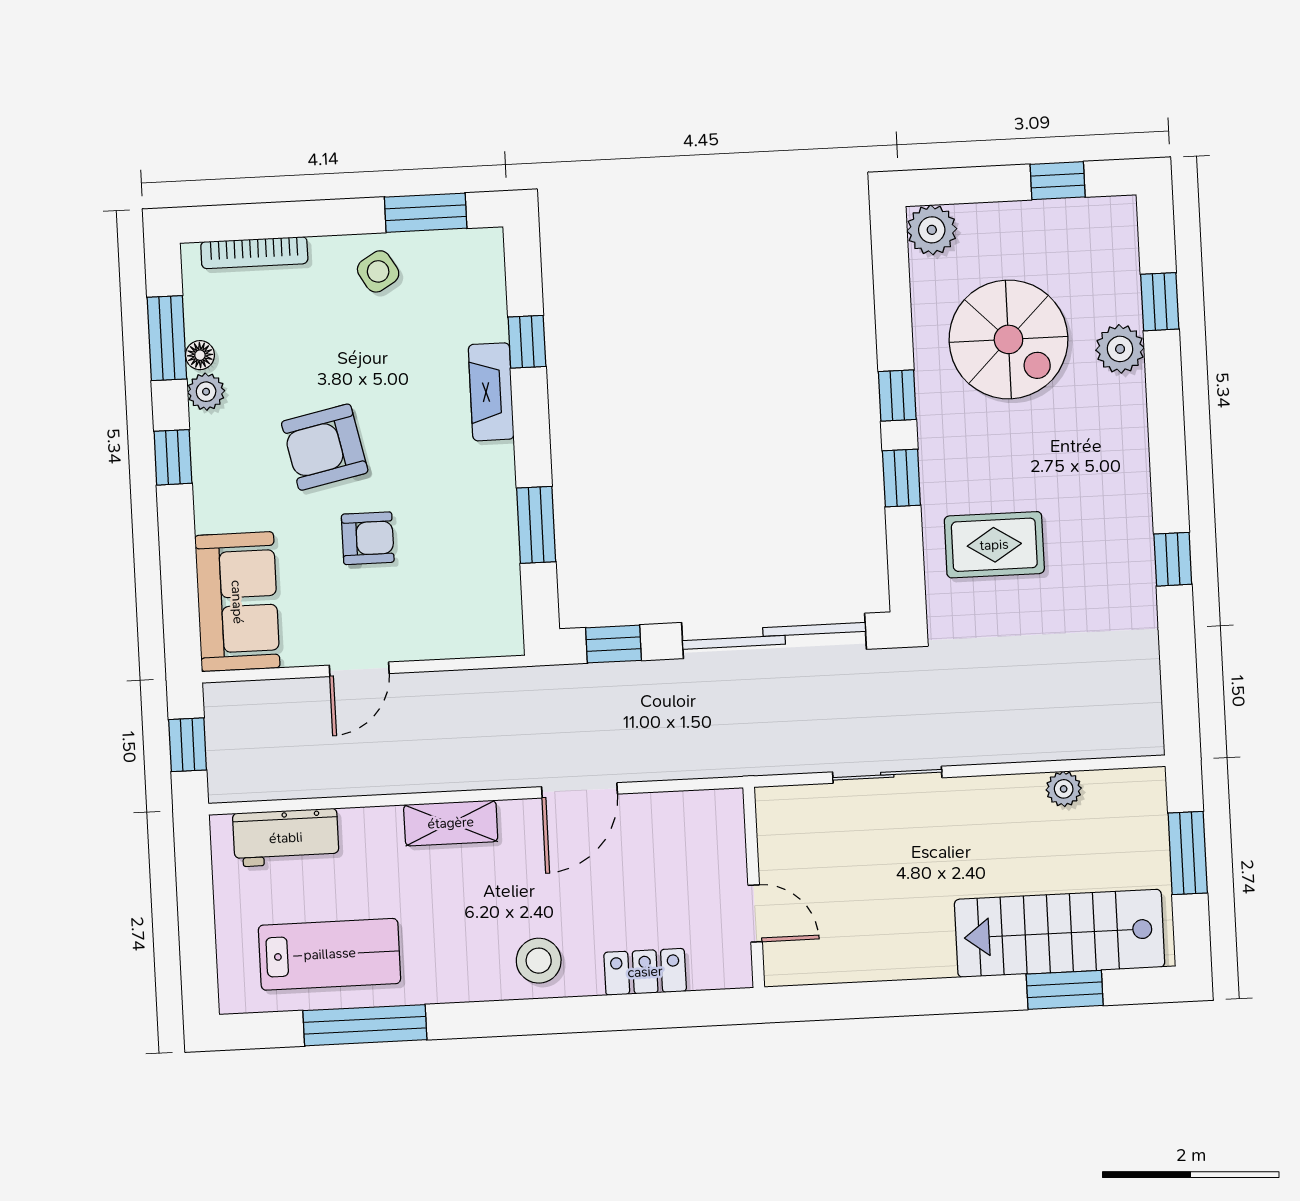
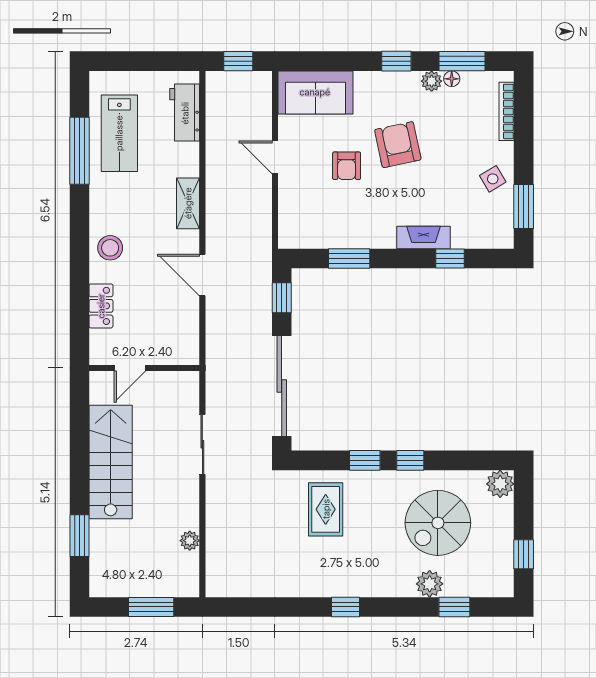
window: (1173, 559) -> (346, 607), moved
stairs: (1060, 933) -> (111, 462), moved

